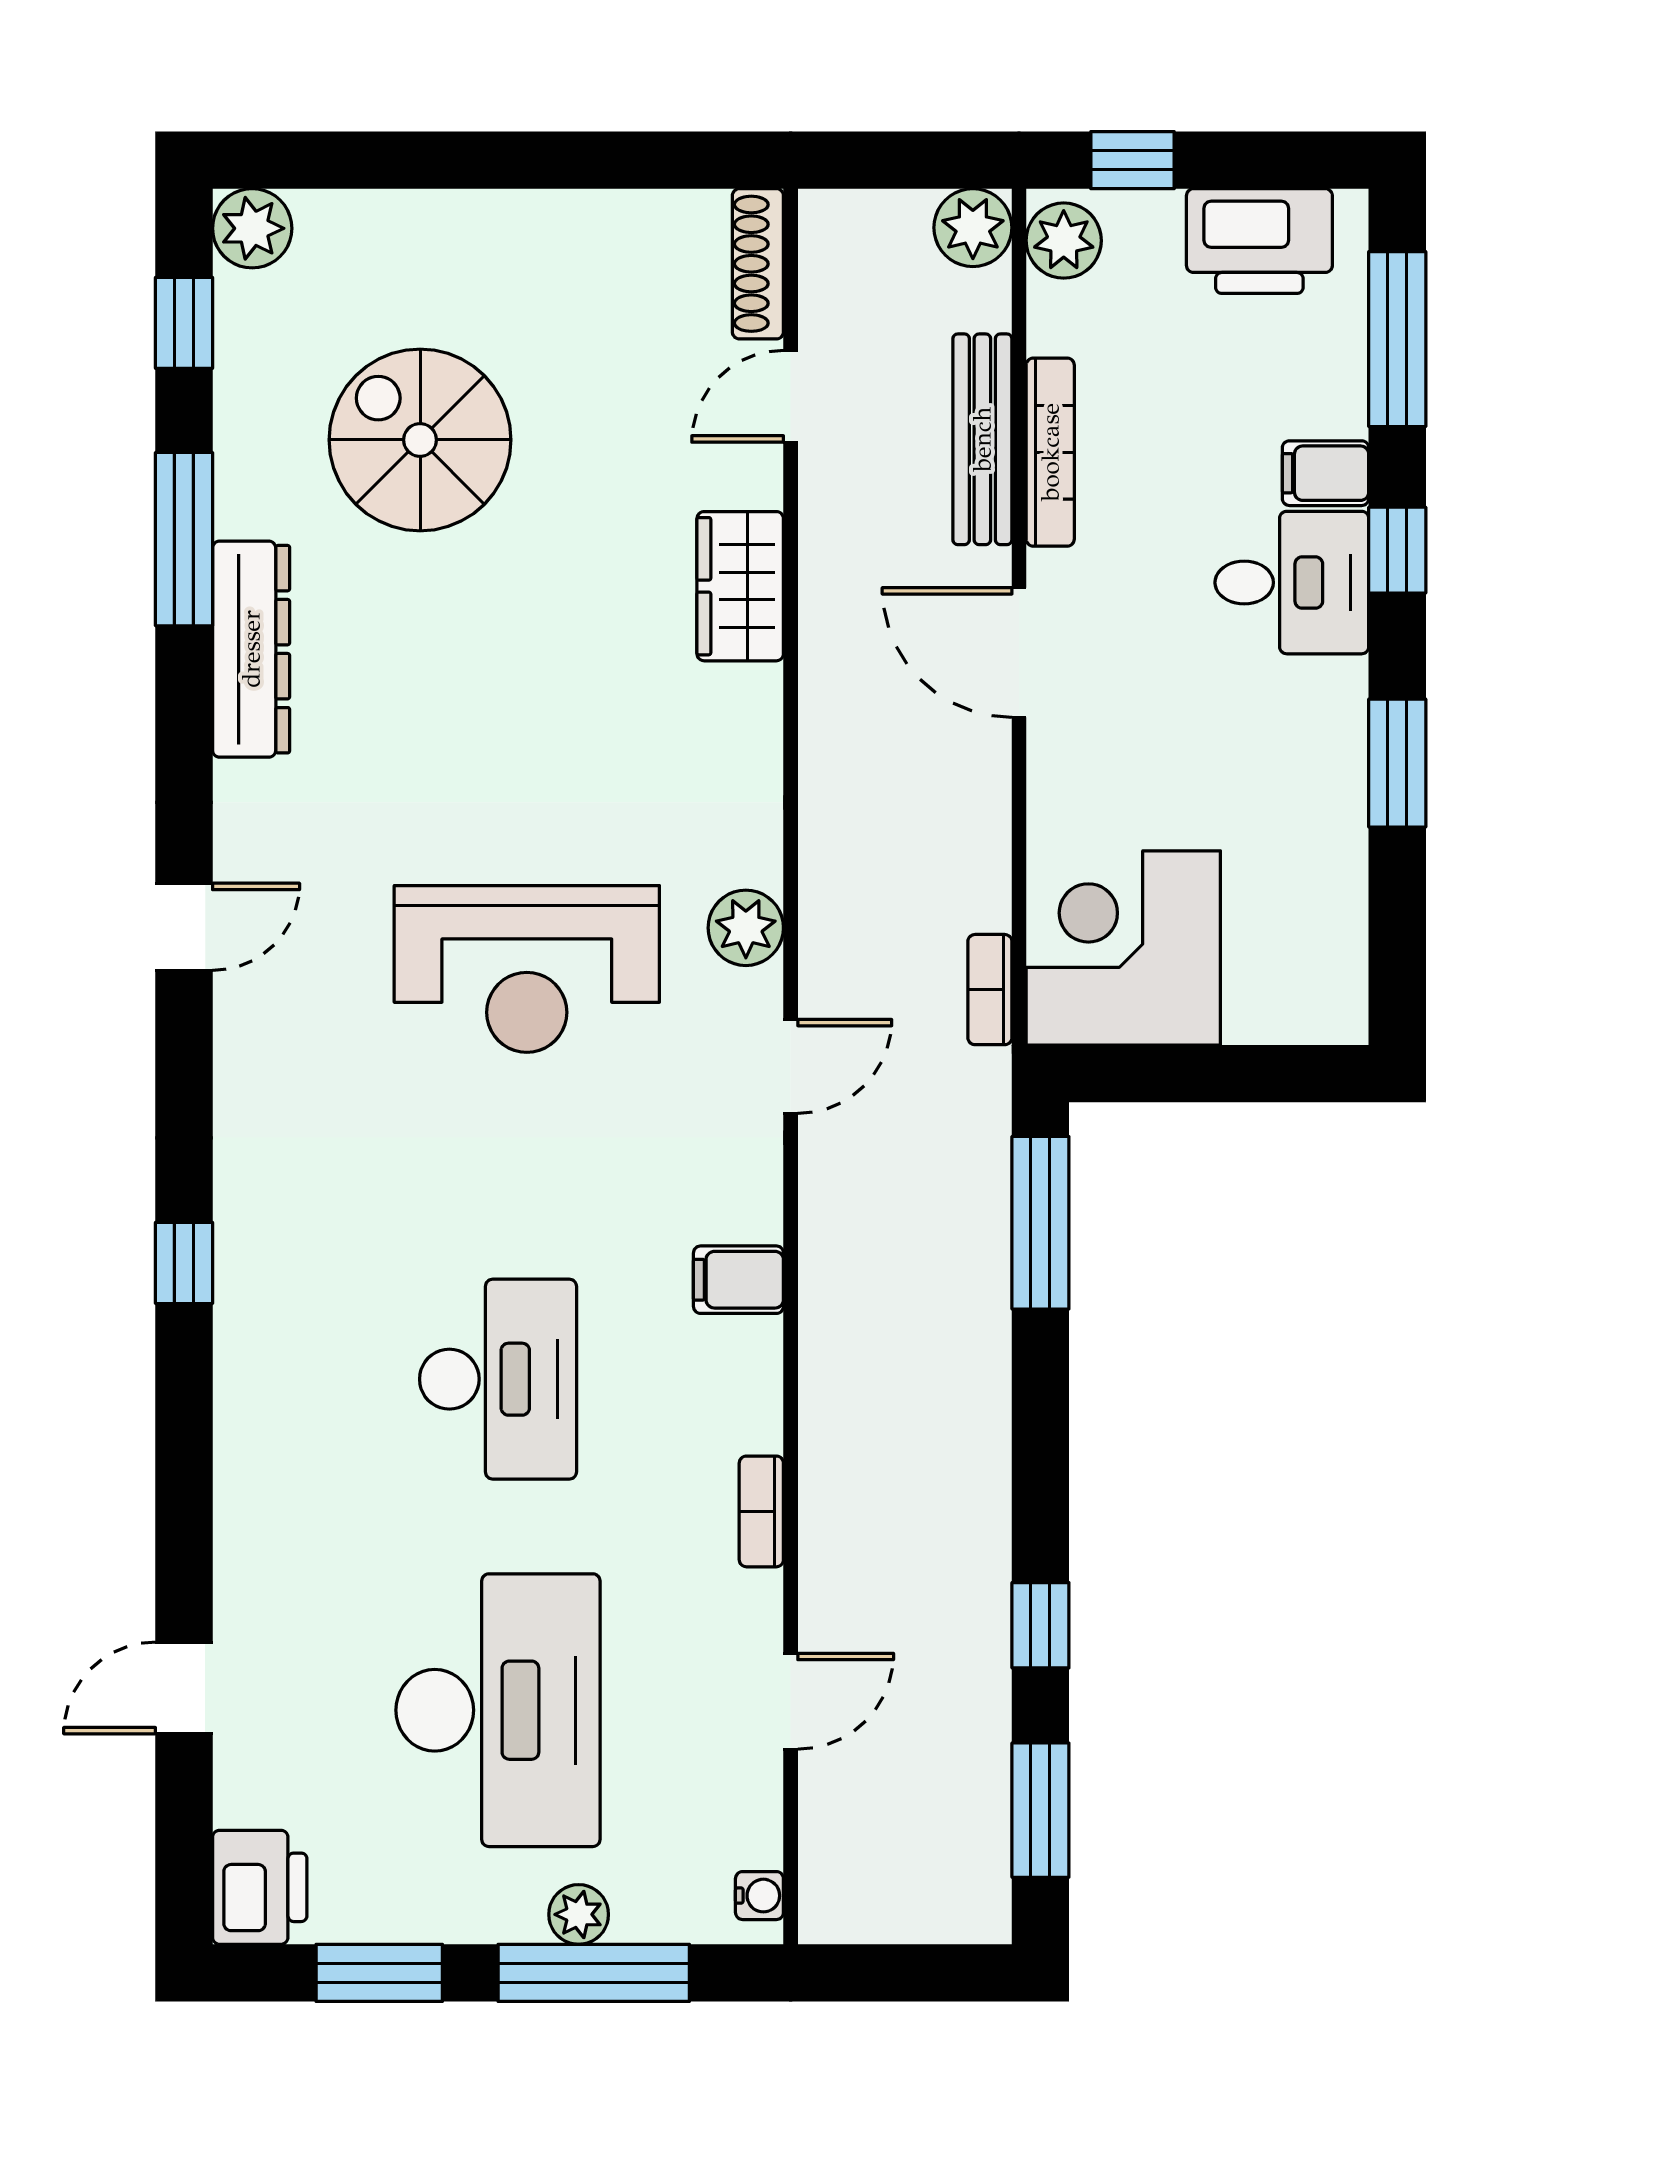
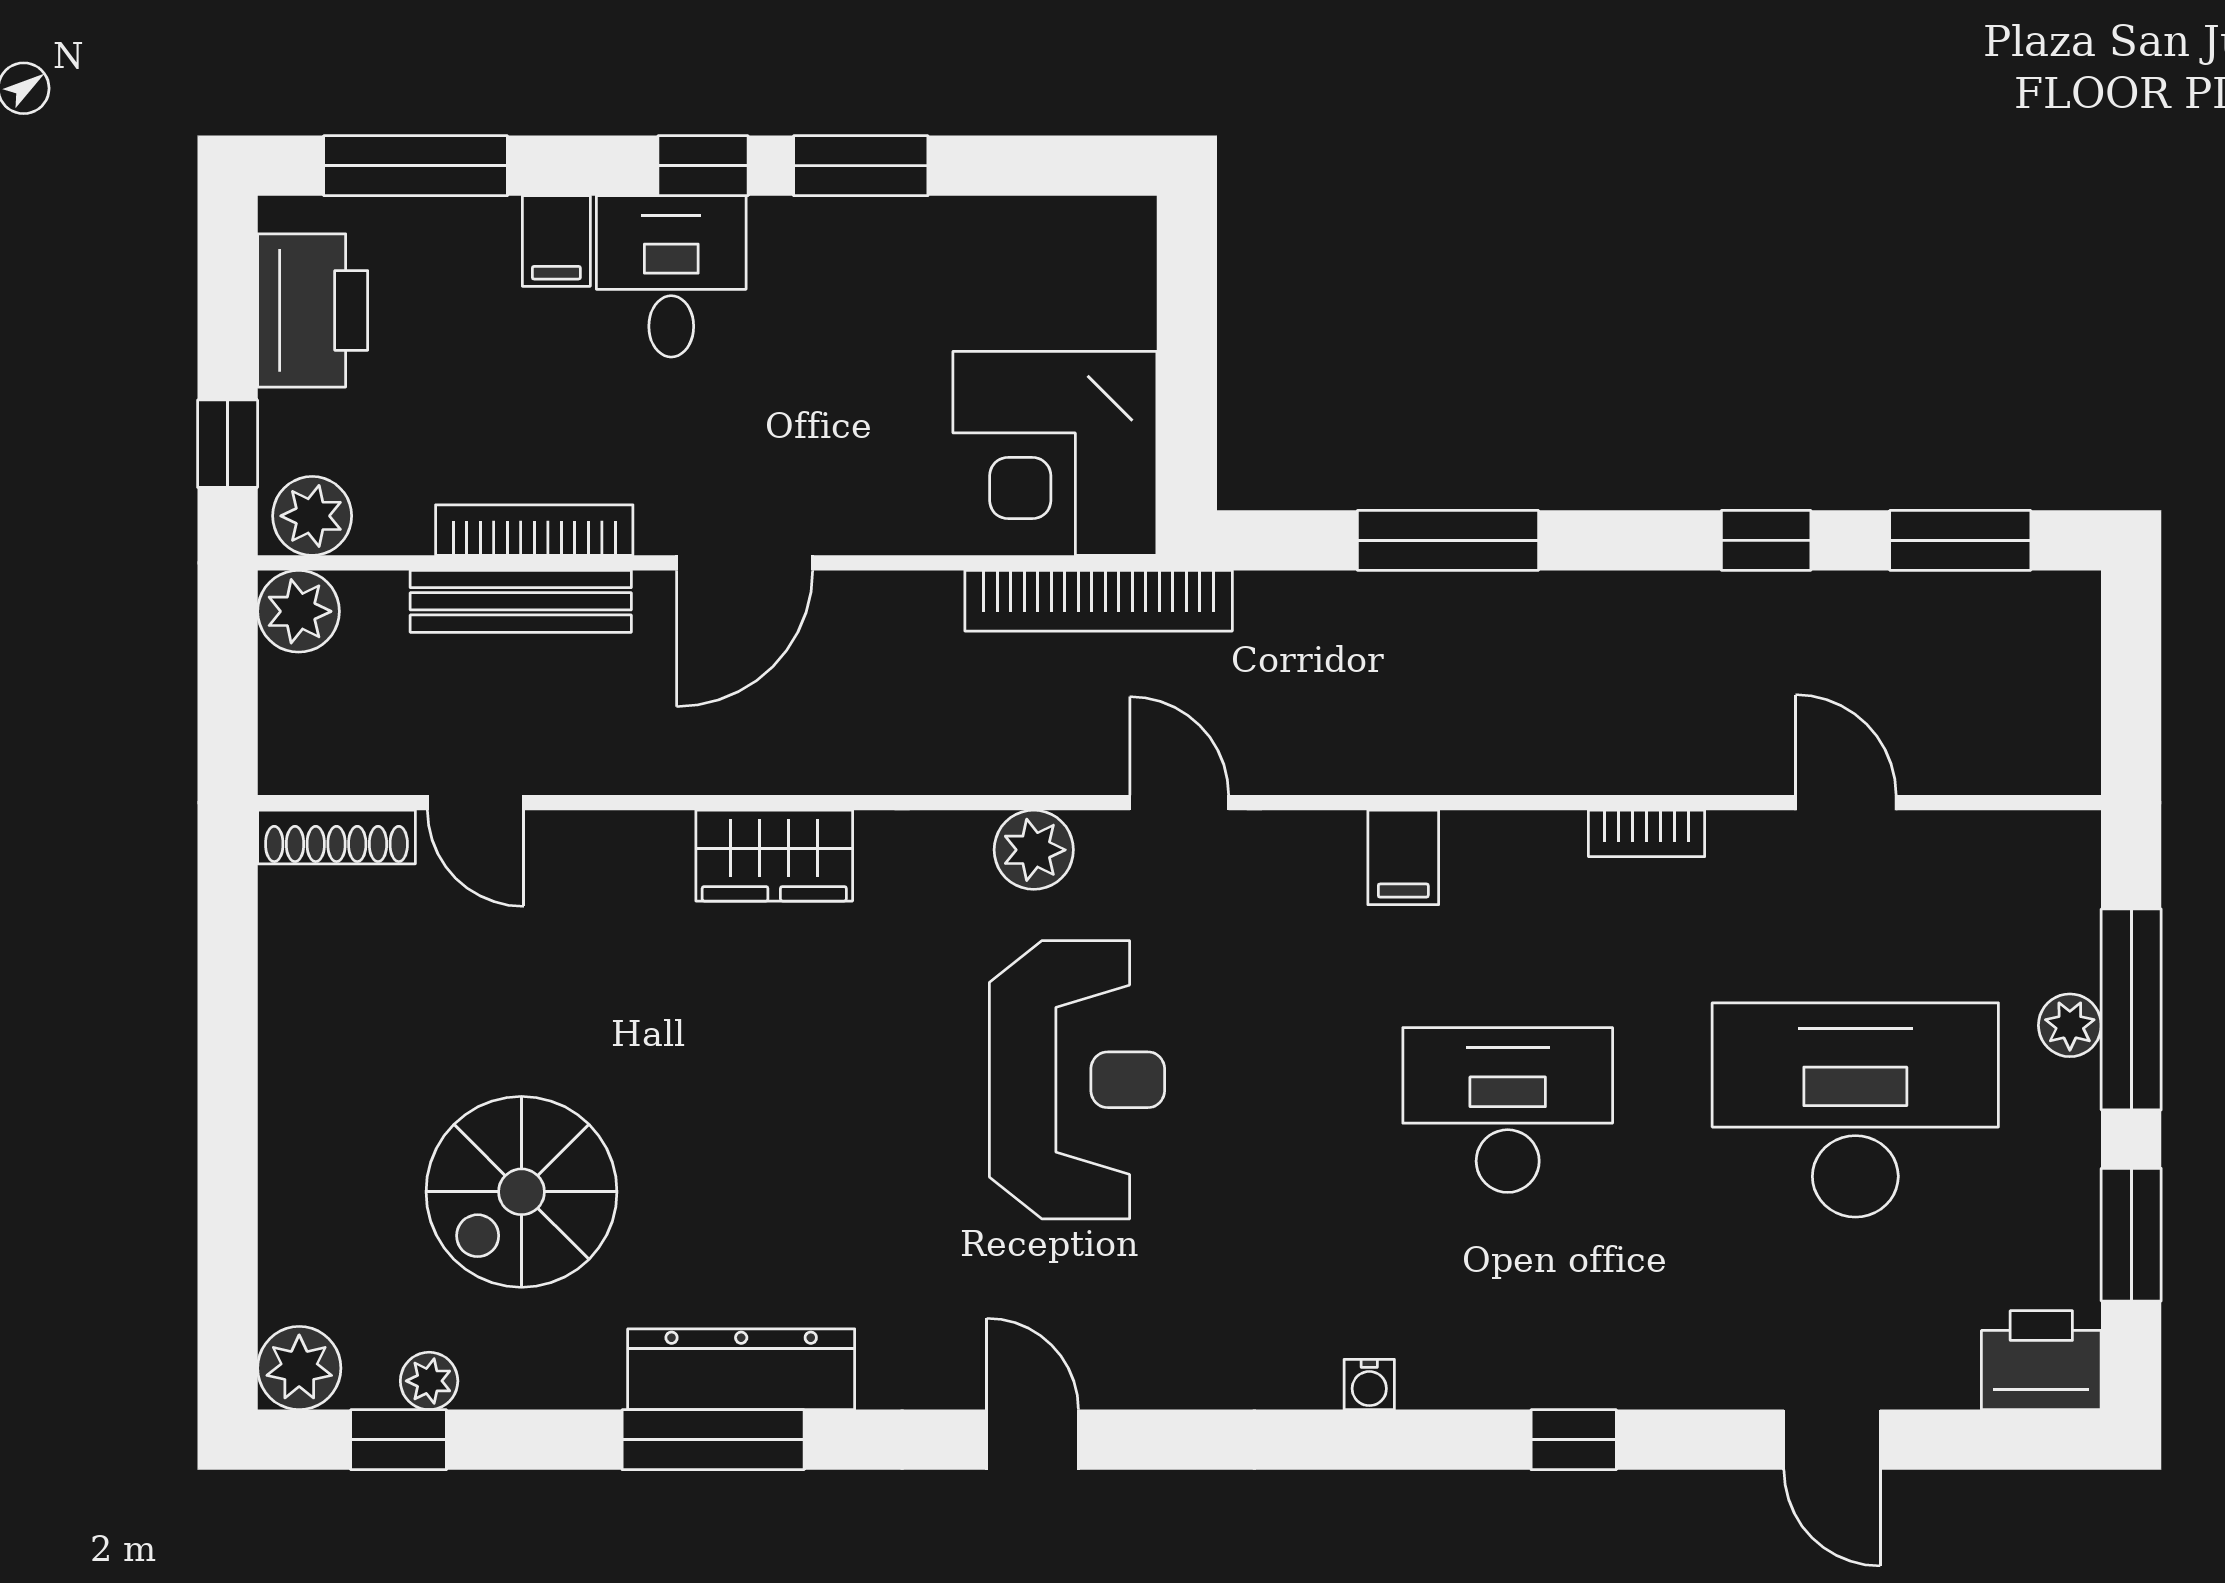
plant: (240, 352) -> (429, 1381), added
window: (184, 539) -> (713, 1440), moved
window: (1397, 550) -> (703, 166), moved
wardrobe: (740, 586) -> (774, 856), moved
bookcase: (990, 990) -> (1099, 601), width x2.31, depth x1.31
window: (1040, 1223) -> (1448, 540), moved
window: (184, 1263) -> (1574, 1440), moved
water cooler: (759, 1896) -> (1369, 1385), moved, turned 180

